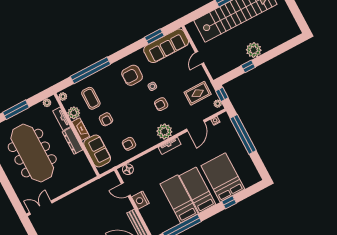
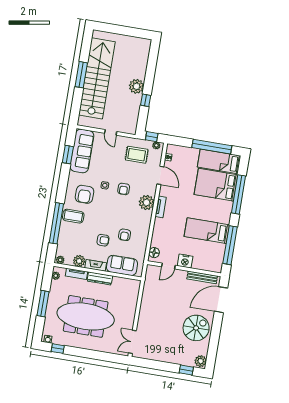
rug: (198, 93) -> (137, 155), turned 90
coffee table: (91, 98) -> (73, 216), moved
window: (243, 134) -> (212, 147), moved
armchair: (129, 144) -> (125, 235), moved
bed: (198, 190) -> (219, 161), moved
window: (229, 202) -> (239, 194), width x3.17

